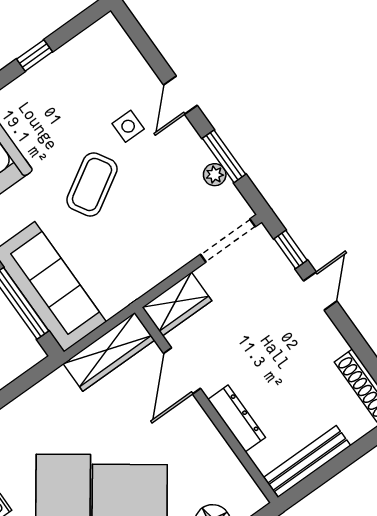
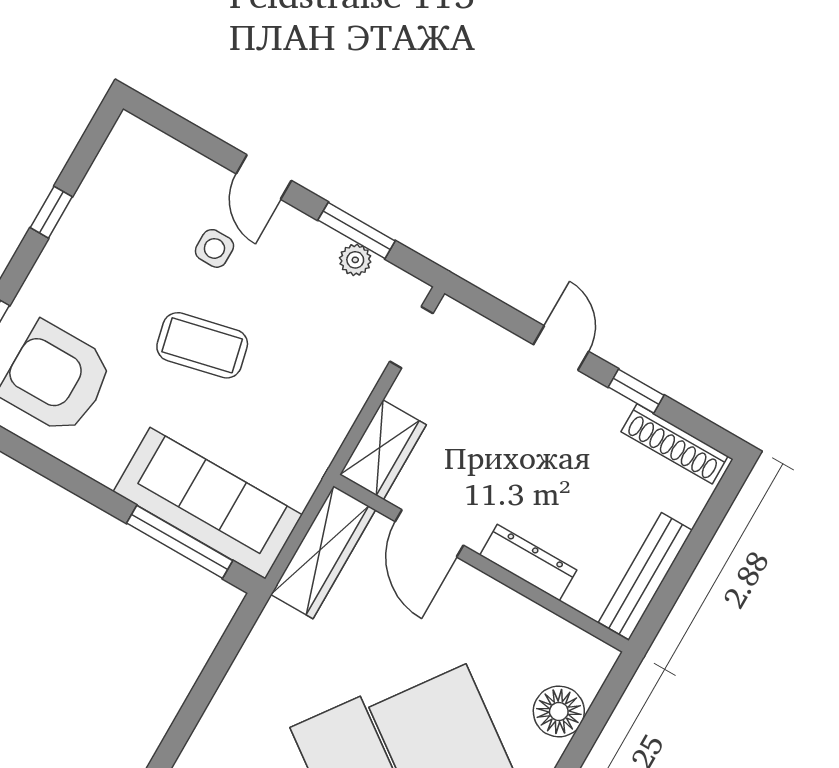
coffee table: (92, 184) -> (202, 345), turned -72
doorway: (228, 241) -> (411, 337), width x0.73
window: (291, 249) -> (636, 391), moved

